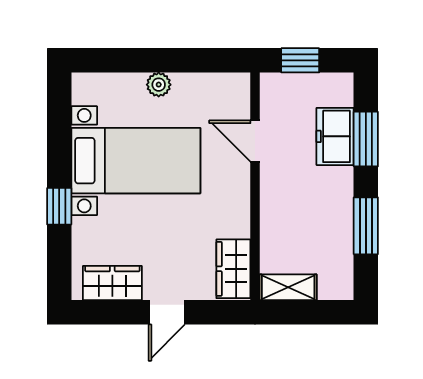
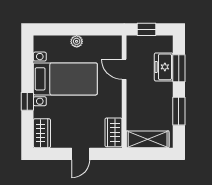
wardrobe: (112, 283) -> (42, 133), moved, turned 90
shelving: (288, 287) -> (148, 139), width x1.50, depth x1.33

